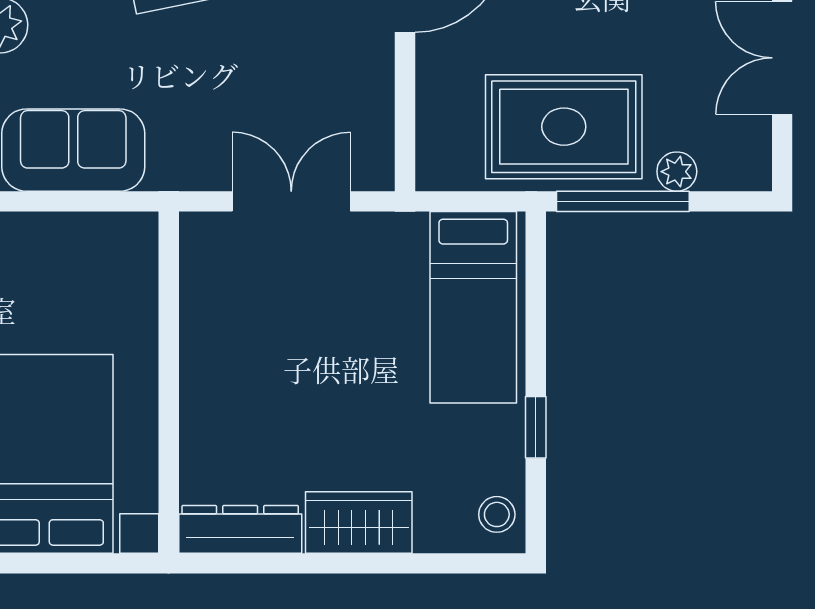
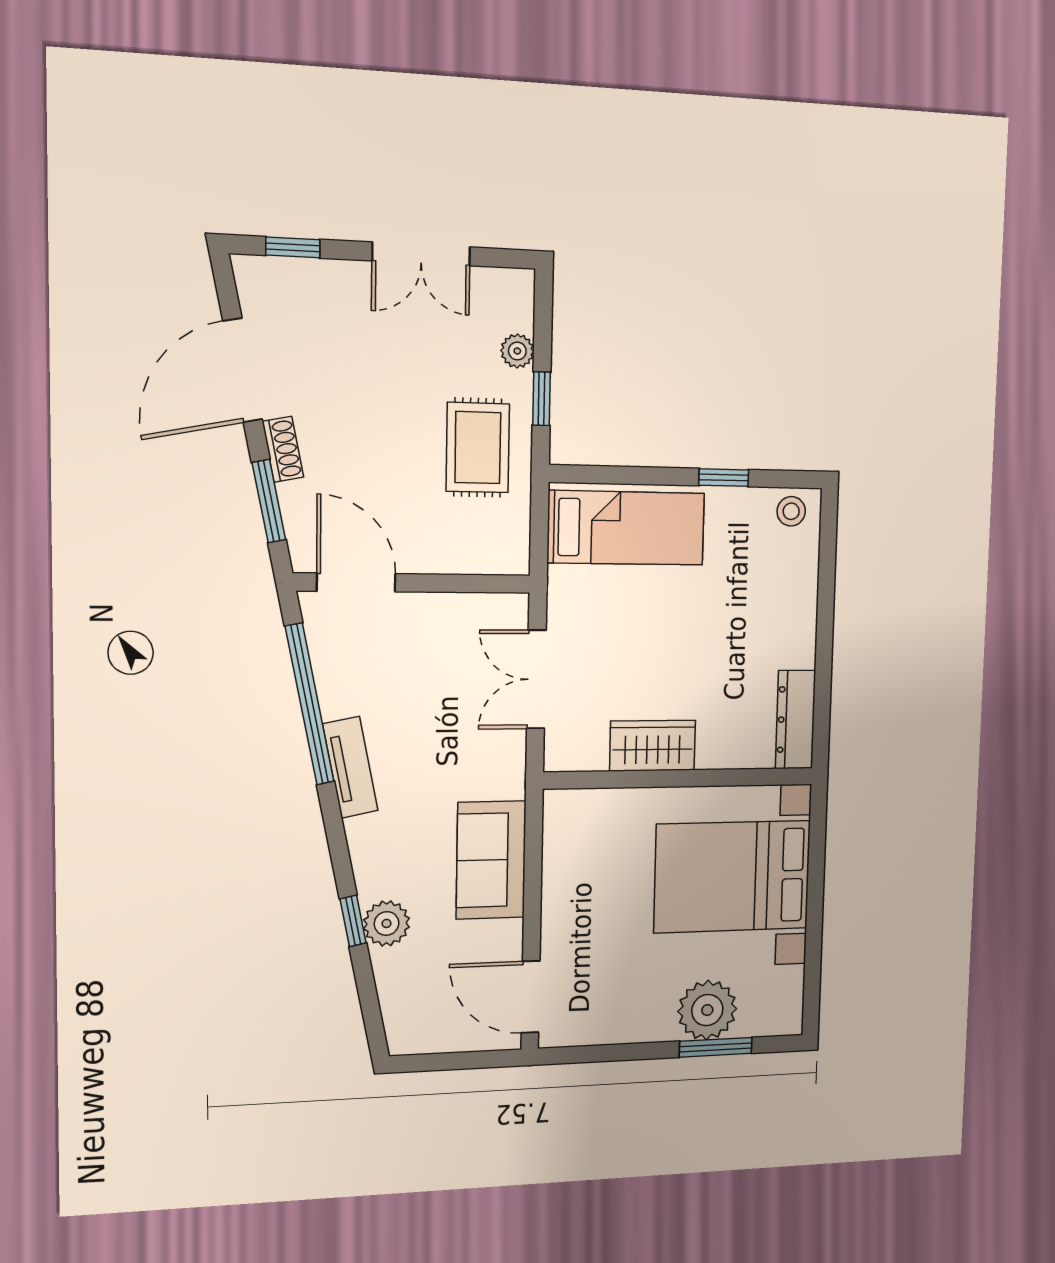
rug: (564, 127) -> (478, 448), width x0.73, depth x0.70
window: (623, 201) -> (542, 399), width x0.46
wardrobe: (359, 523) -> (653, 746), moved, turned 90

